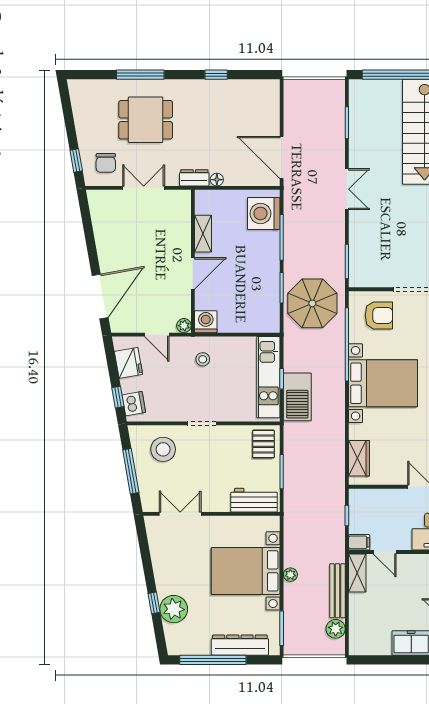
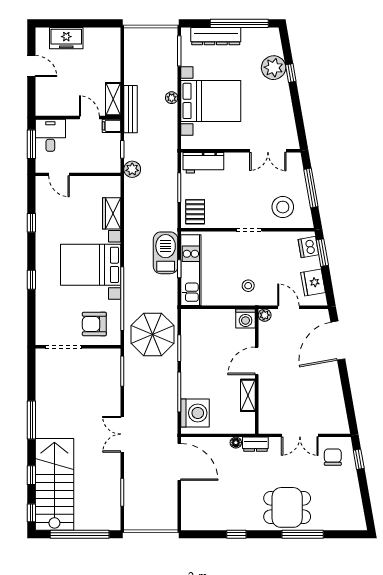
dining table: (146, 120) -> (287, 507), moved
window: (118, 397) -> (322, 253), width x1.50
wardrobe: (359, 458) -> (112, 213), moved
bench: (337, 591) -> (131, 109), moved
plant: (336, 629) -> (132, 169), moved

